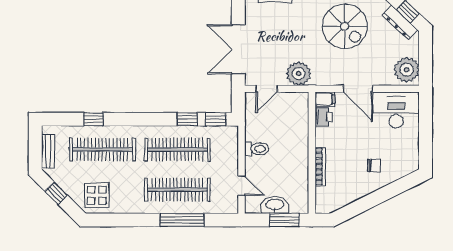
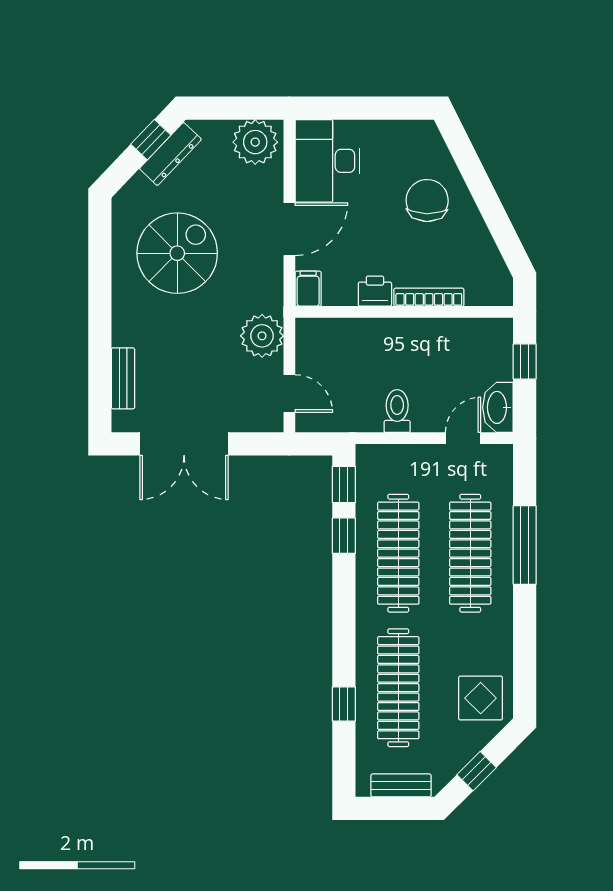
double door: (238, 49) -> (184, 444), moved
printer: (324, 117) -> (375, 291), moved
chair: (374, 166) -> (427, 201), width x1.87, depth x1.87
washbasin: (275, 205) -> (498, 407), moved
window: (284, 220) -> (525, 362), width x0.67

